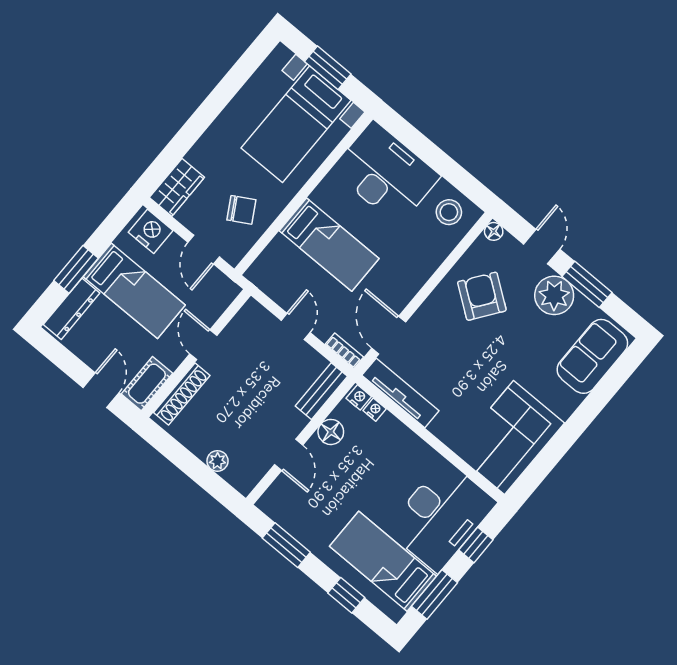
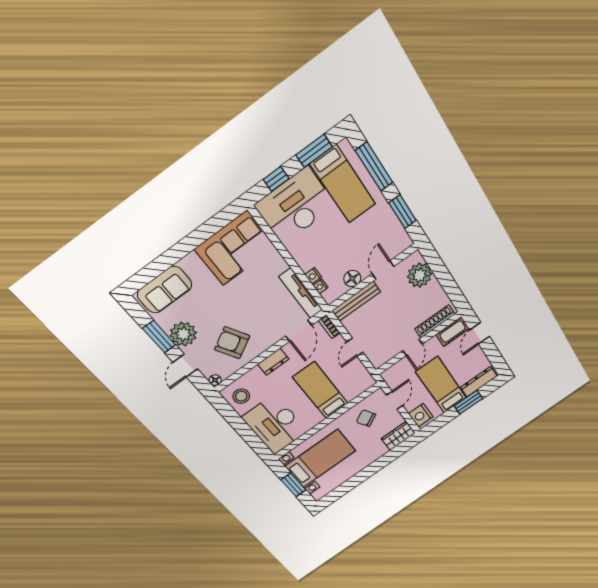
dresser: (414, 278) -> (273, 362), added
armchair: (482, 296) -> (232, 343), turned 114
bench: (321, 391) -> (356, 301), width x1.36
nightstand: (359, 397) -> (313, 276), moved
plant: (217, 461) -> (420, 275), width x1.87, depth x1.87
window: (346, 595) -> (374, 167), width x2.17

